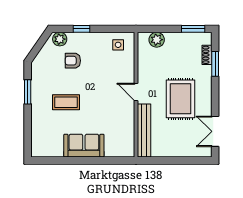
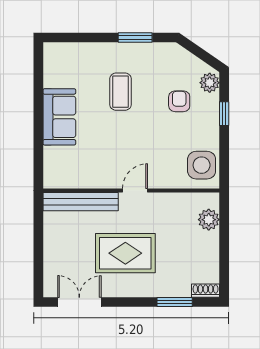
window: (193, 29) -> (224, 271), removed
side table: (118, 45) -> (202, 165), width x1.87, depth x1.87
shoe rack: (207, 55) -> (206, 291), moved

